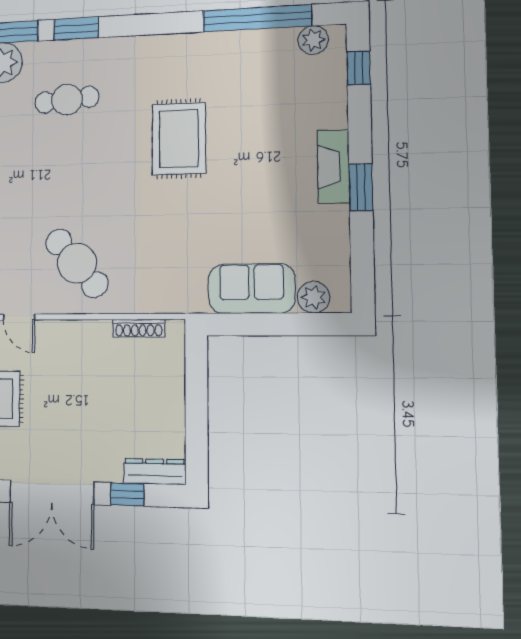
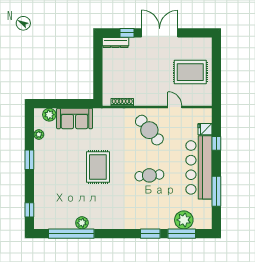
plant: (313, 40) -> (82, 223), moved
cafe table: (67, 100) -> (149, 175), moved
rug: (179, 139) -> (98, 167), moved
fireplace: (333, 167) -> (40, 169), removed
plant: (339, 249) -> (39, 135), added

